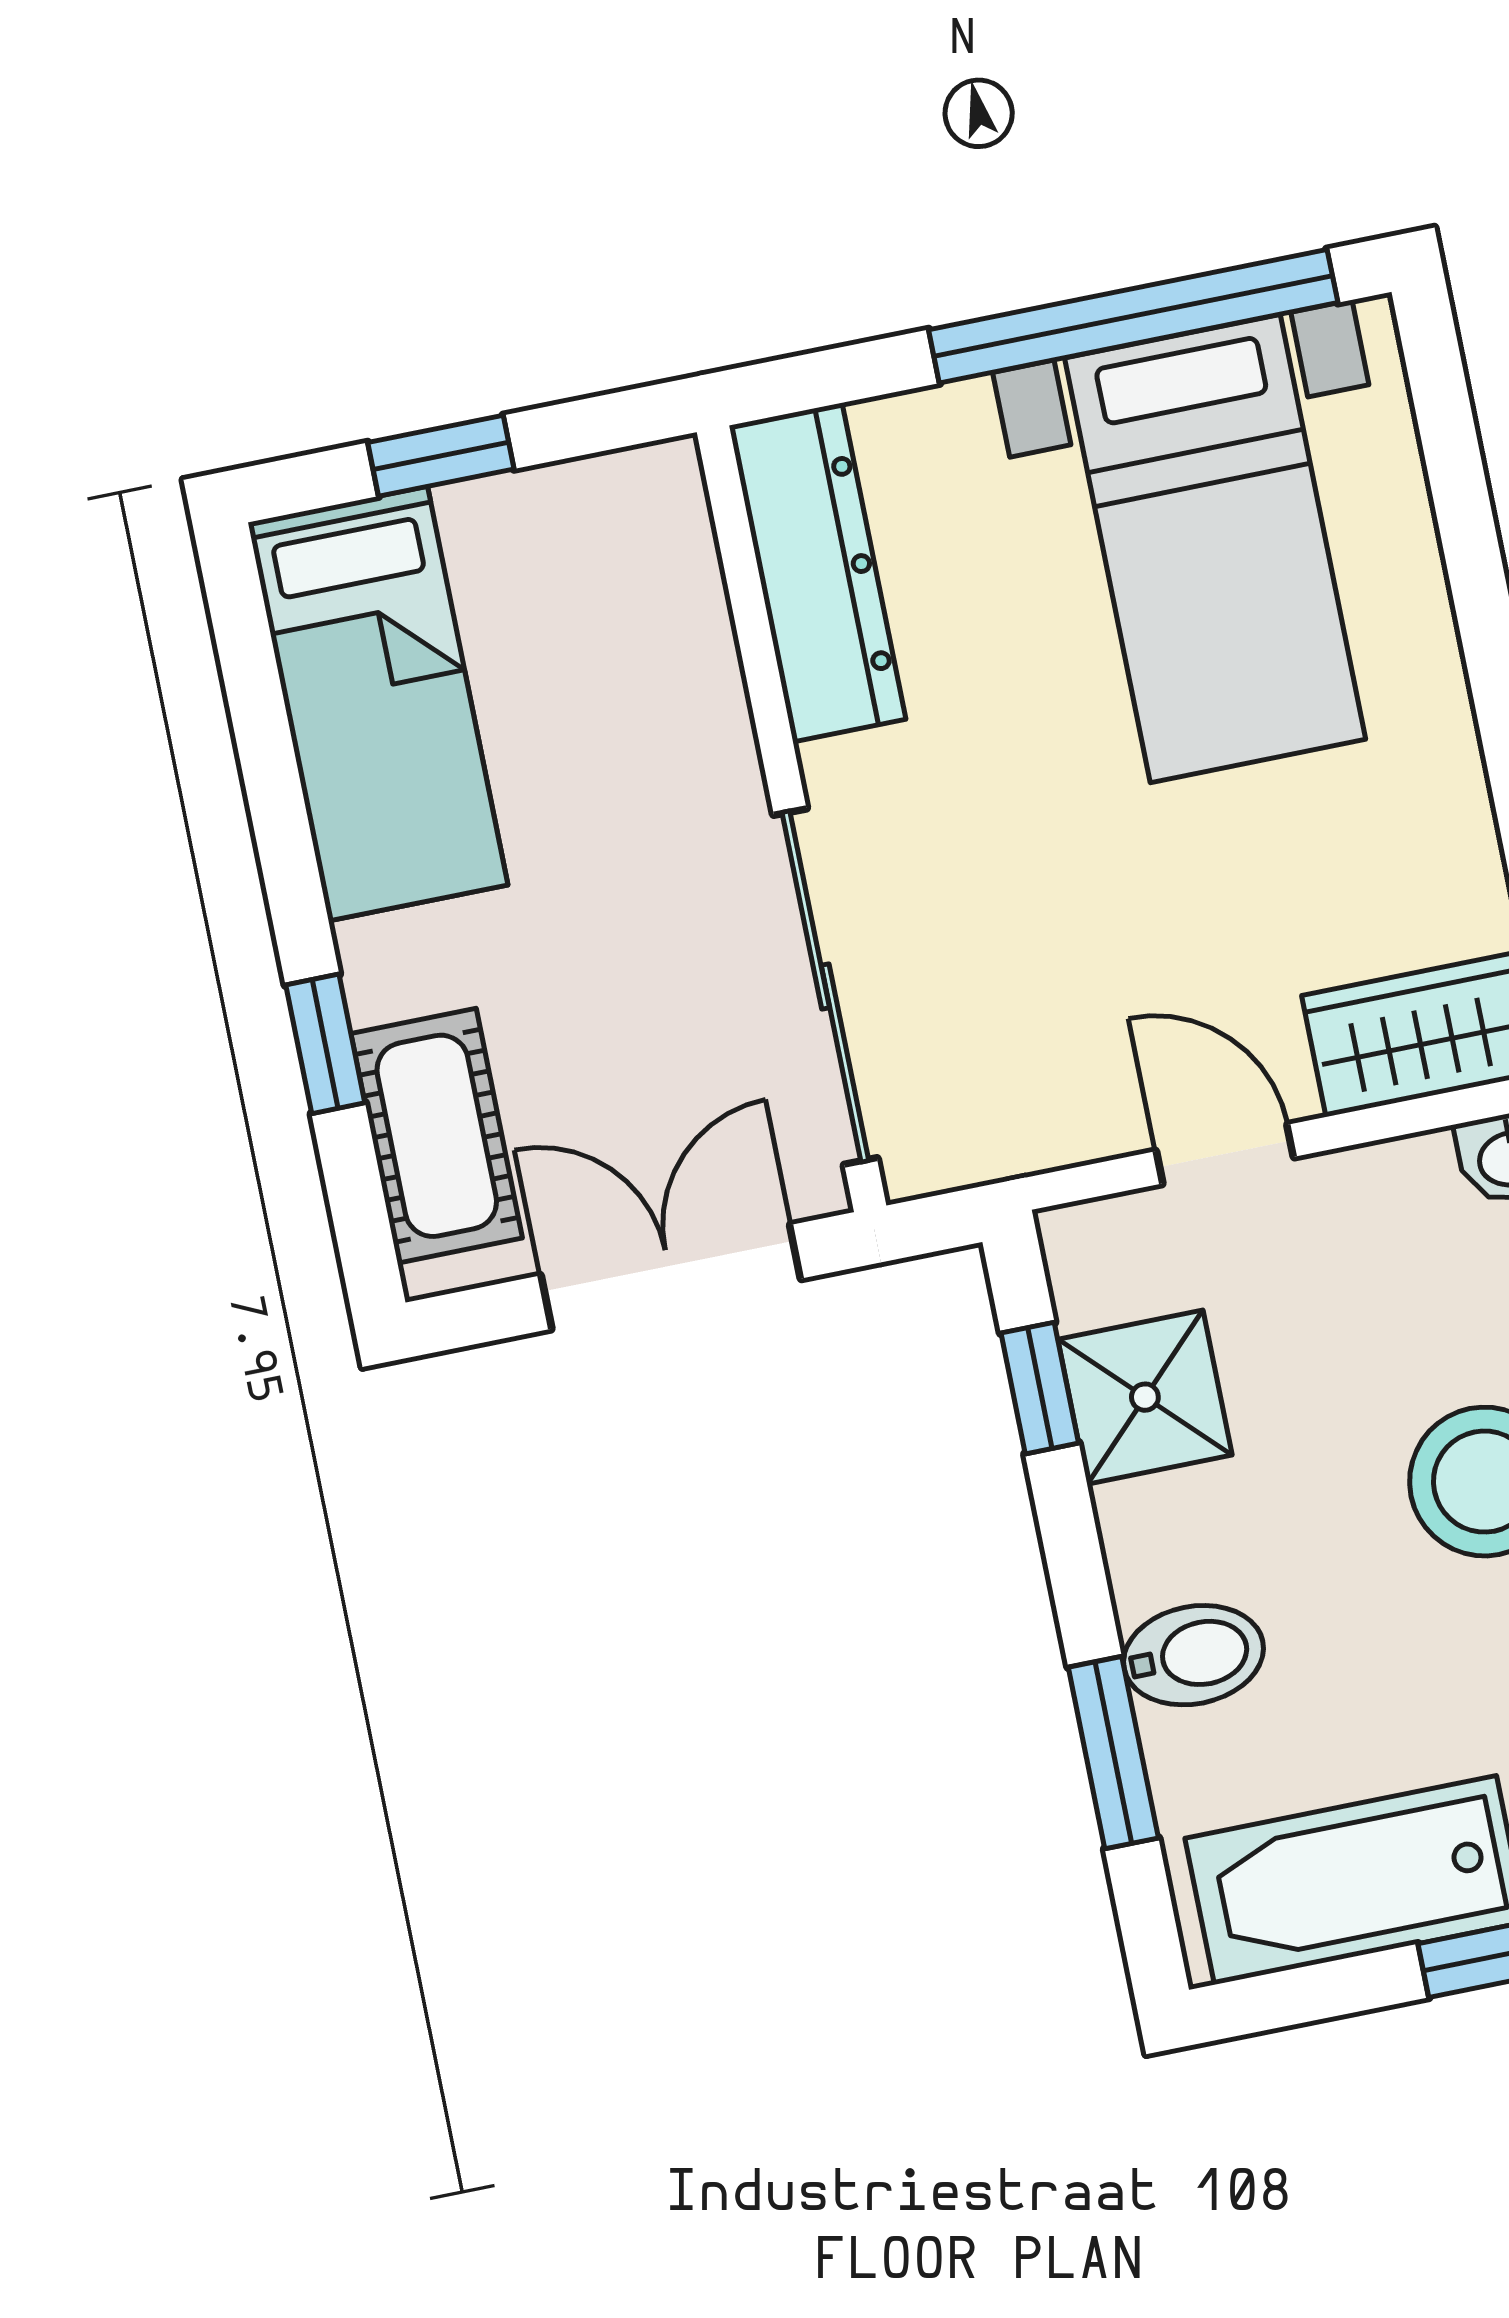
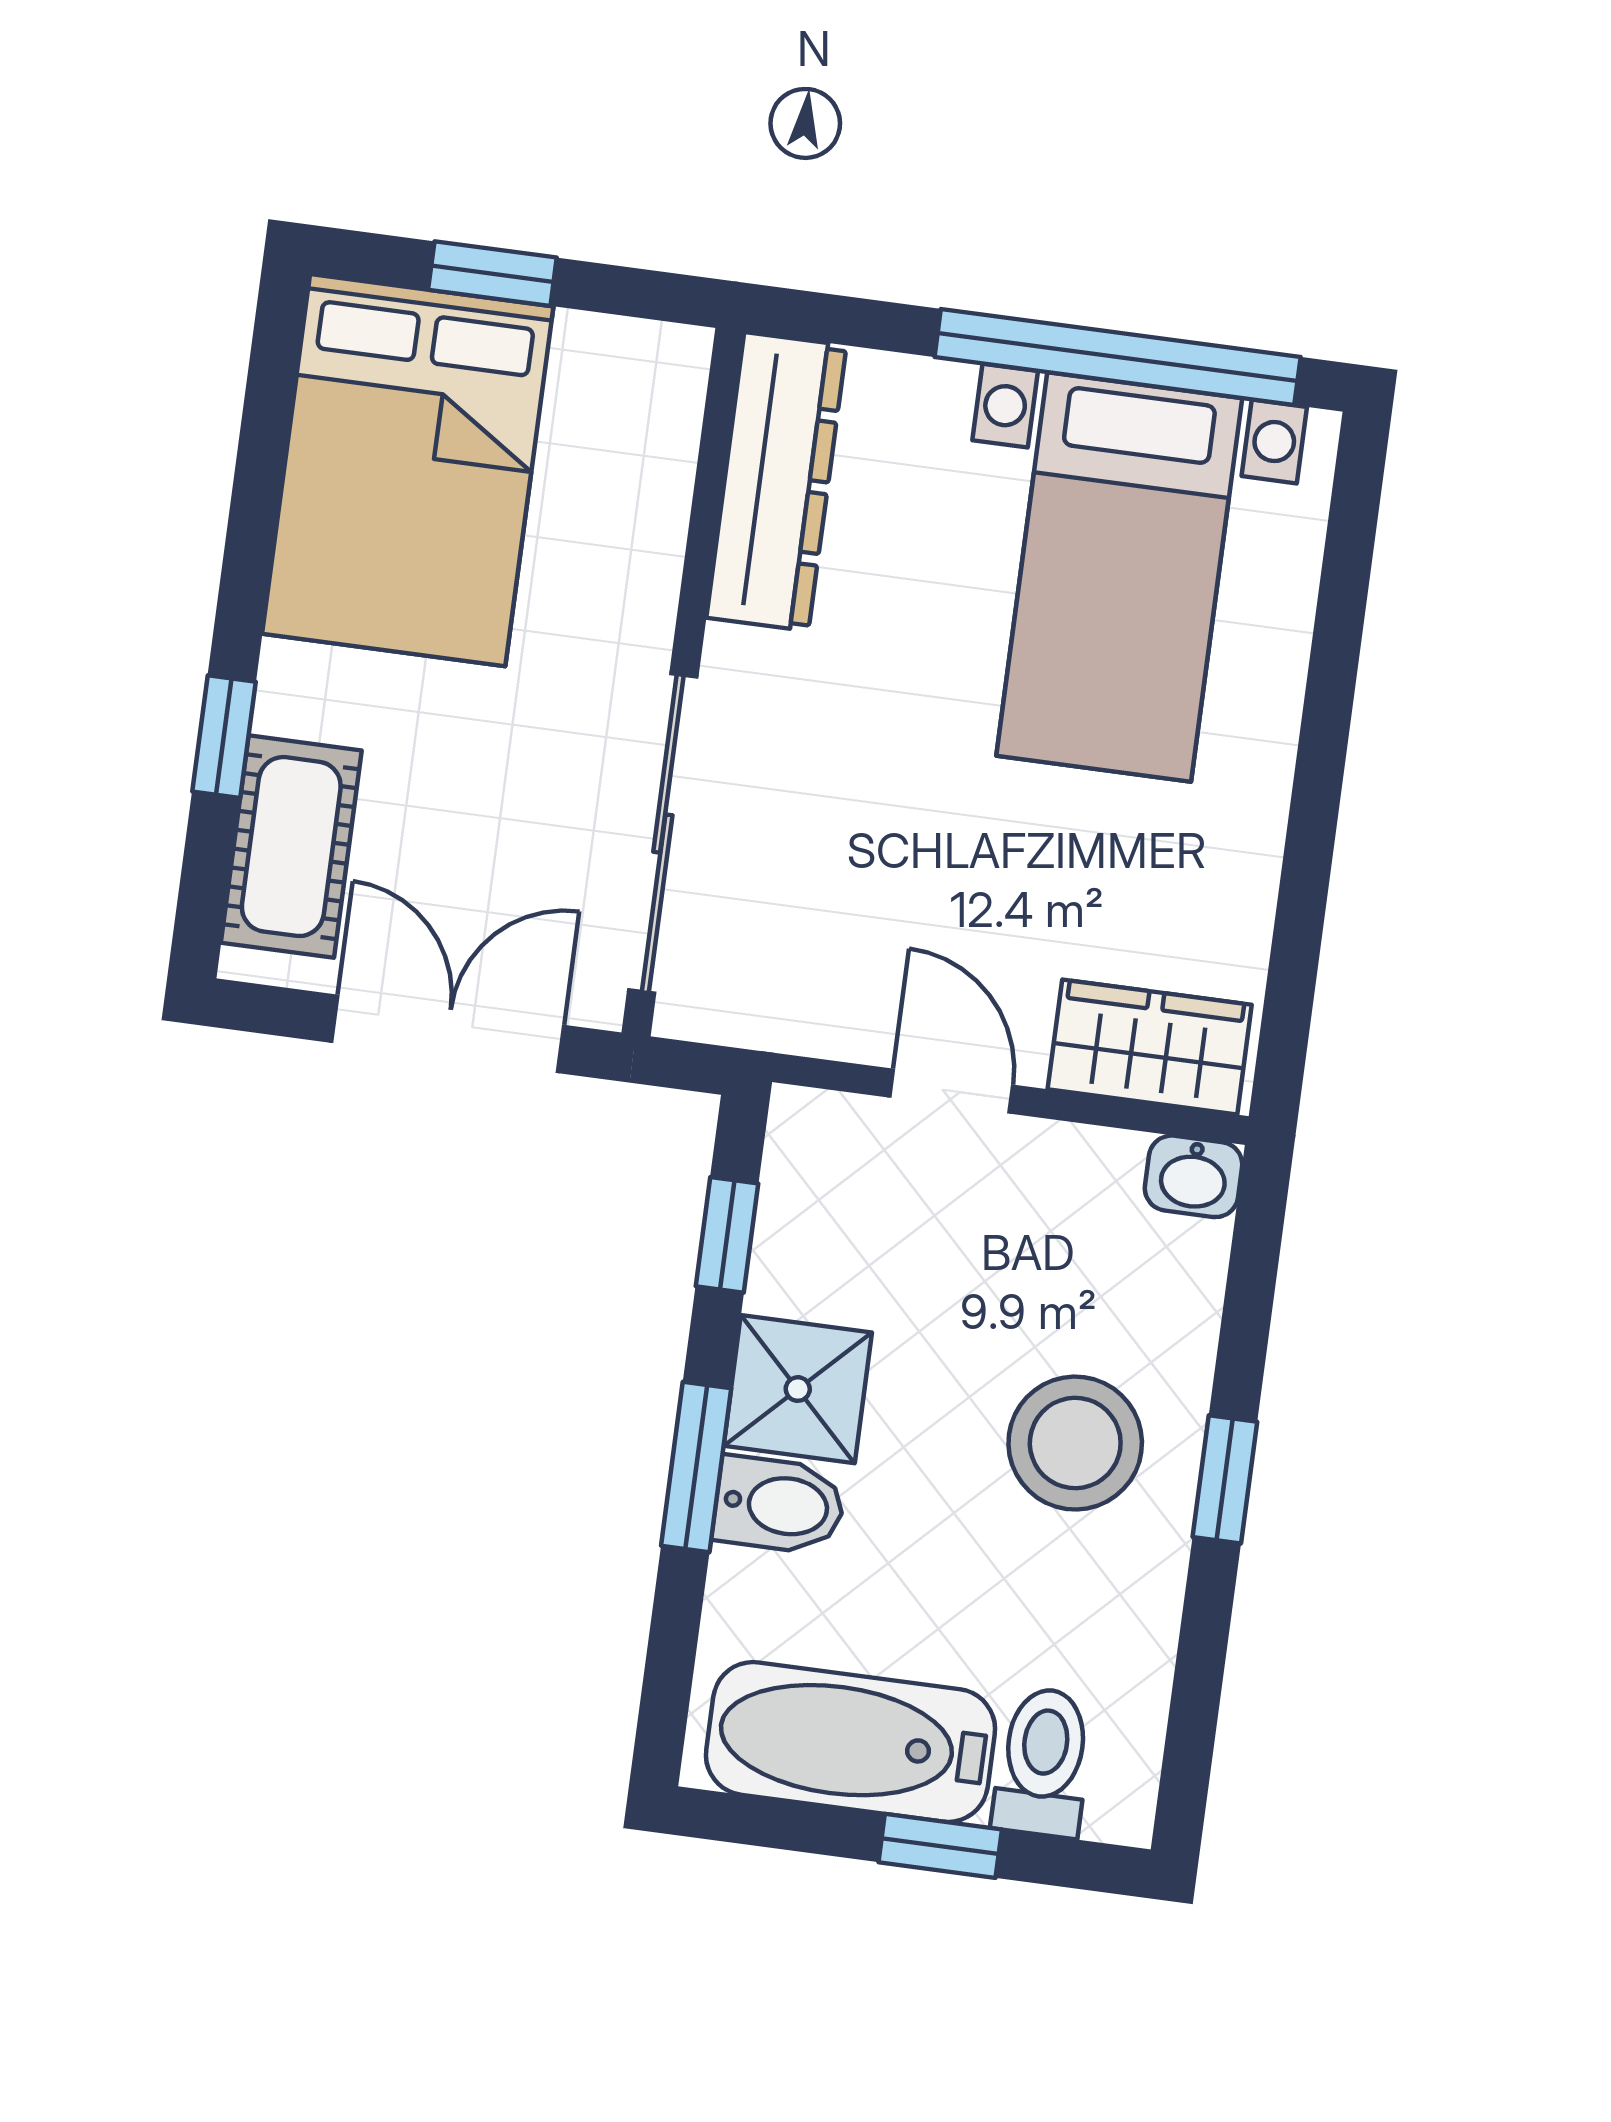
bed: (378, 704) -> (408, 470), width x1.50
shower: (1145, 1397) -> (798, 1389), moved
window: (1113, 1753) -> (696, 1467), moved

